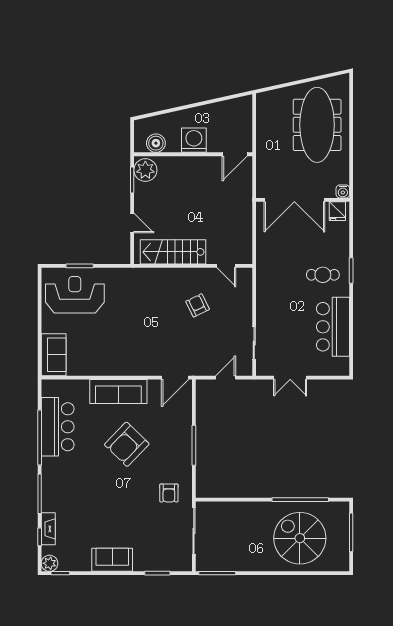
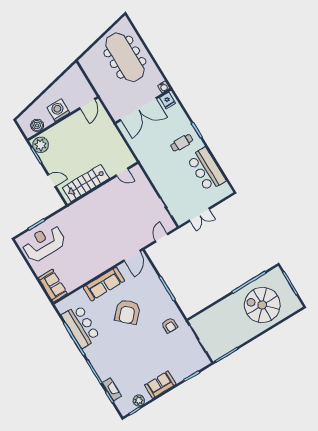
armchair: (198, 305) -> (119, 205), removed
plant: (49, 563) -> (139, 401), moved

